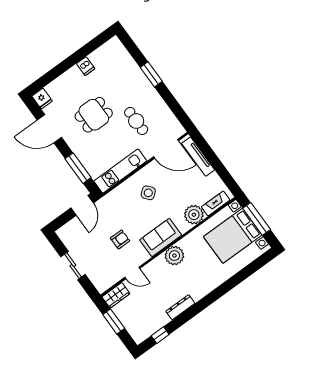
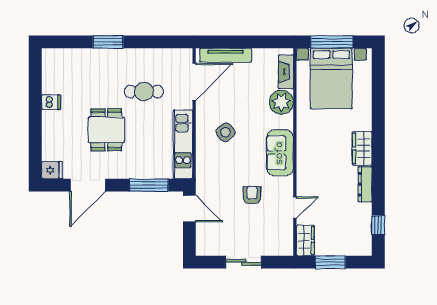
plant: (174, 256) -> (308, 152), removed
wardrobe: (202, 289) -> (362, 148), added

